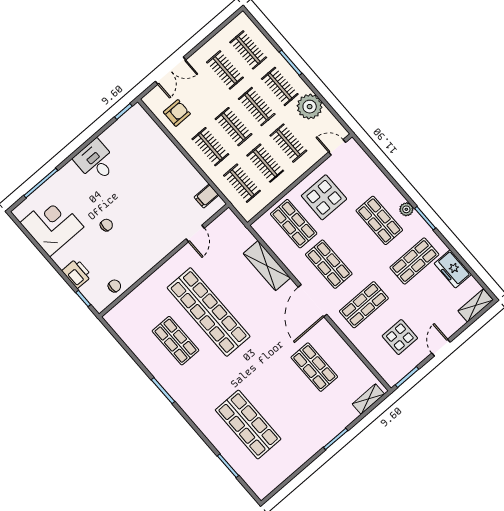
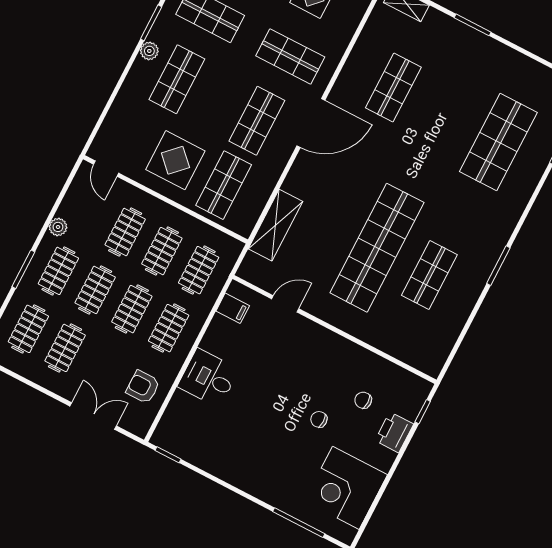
plant: (310, 107) -> (58, 227), width x0.53, depth x0.53
desk: (96, 161) -> (208, 378), moved, turned 90
shelving: (267, 266) -> (275, 225), moved
chair: (114, 286) -> (363, 400), moved

